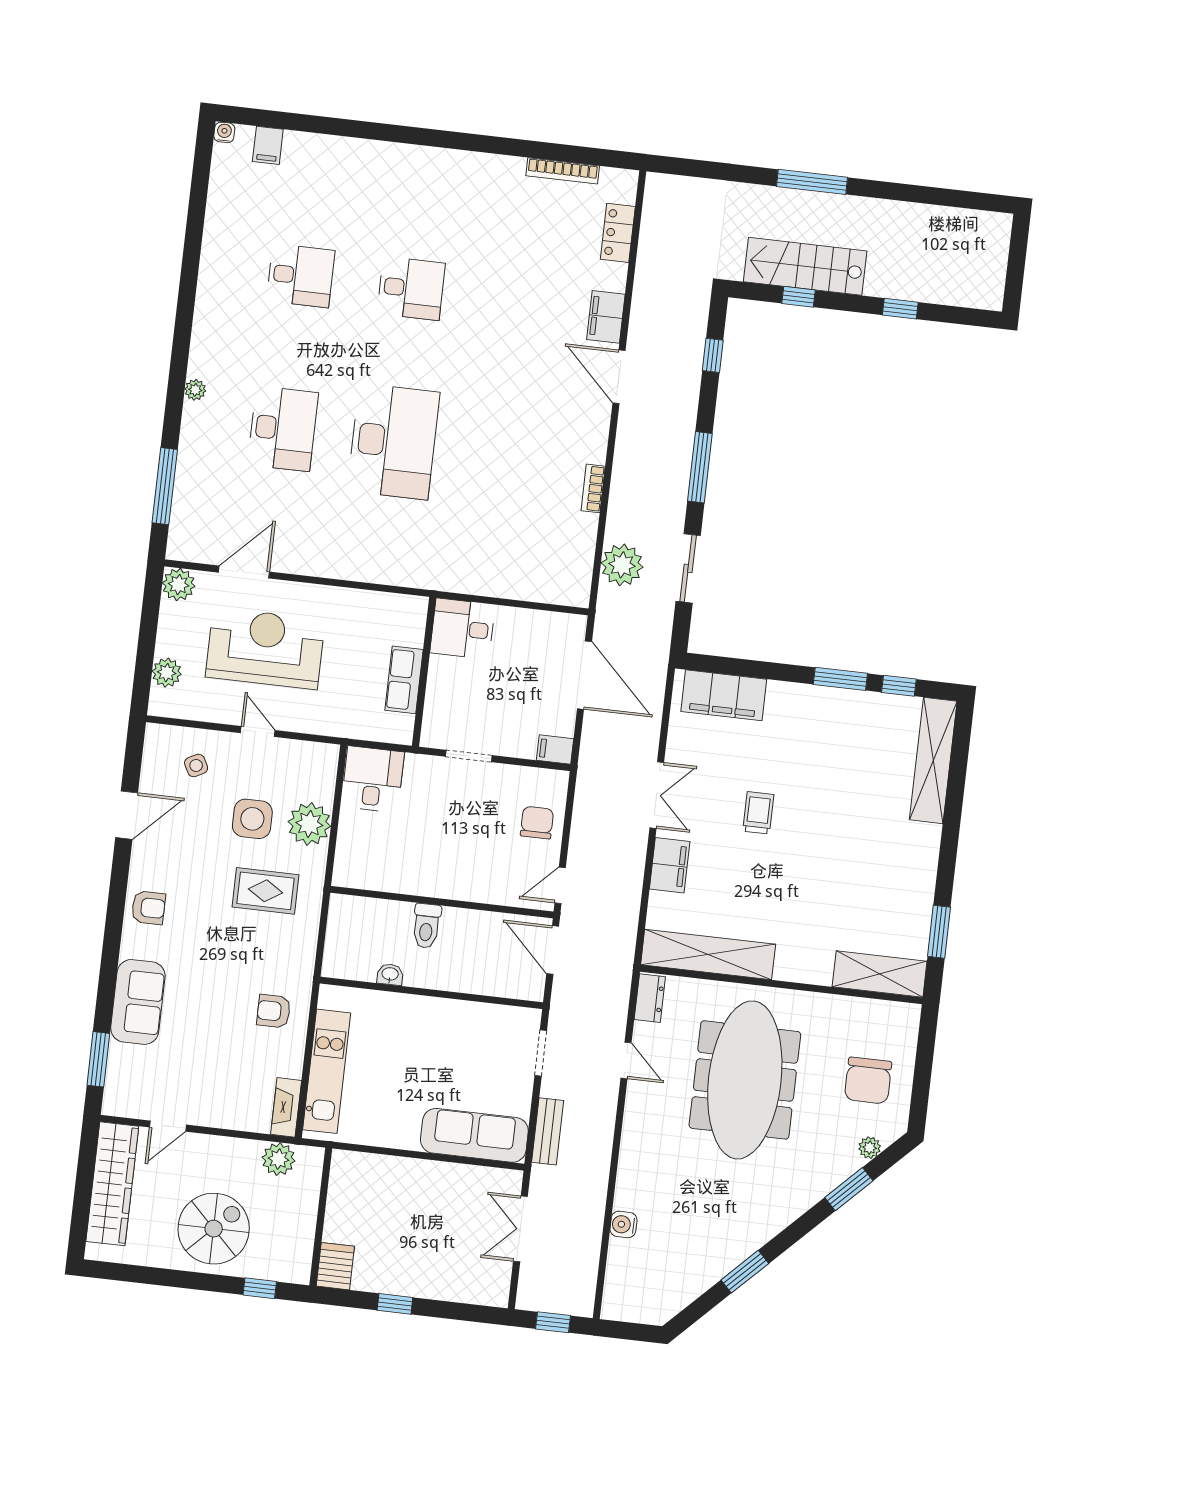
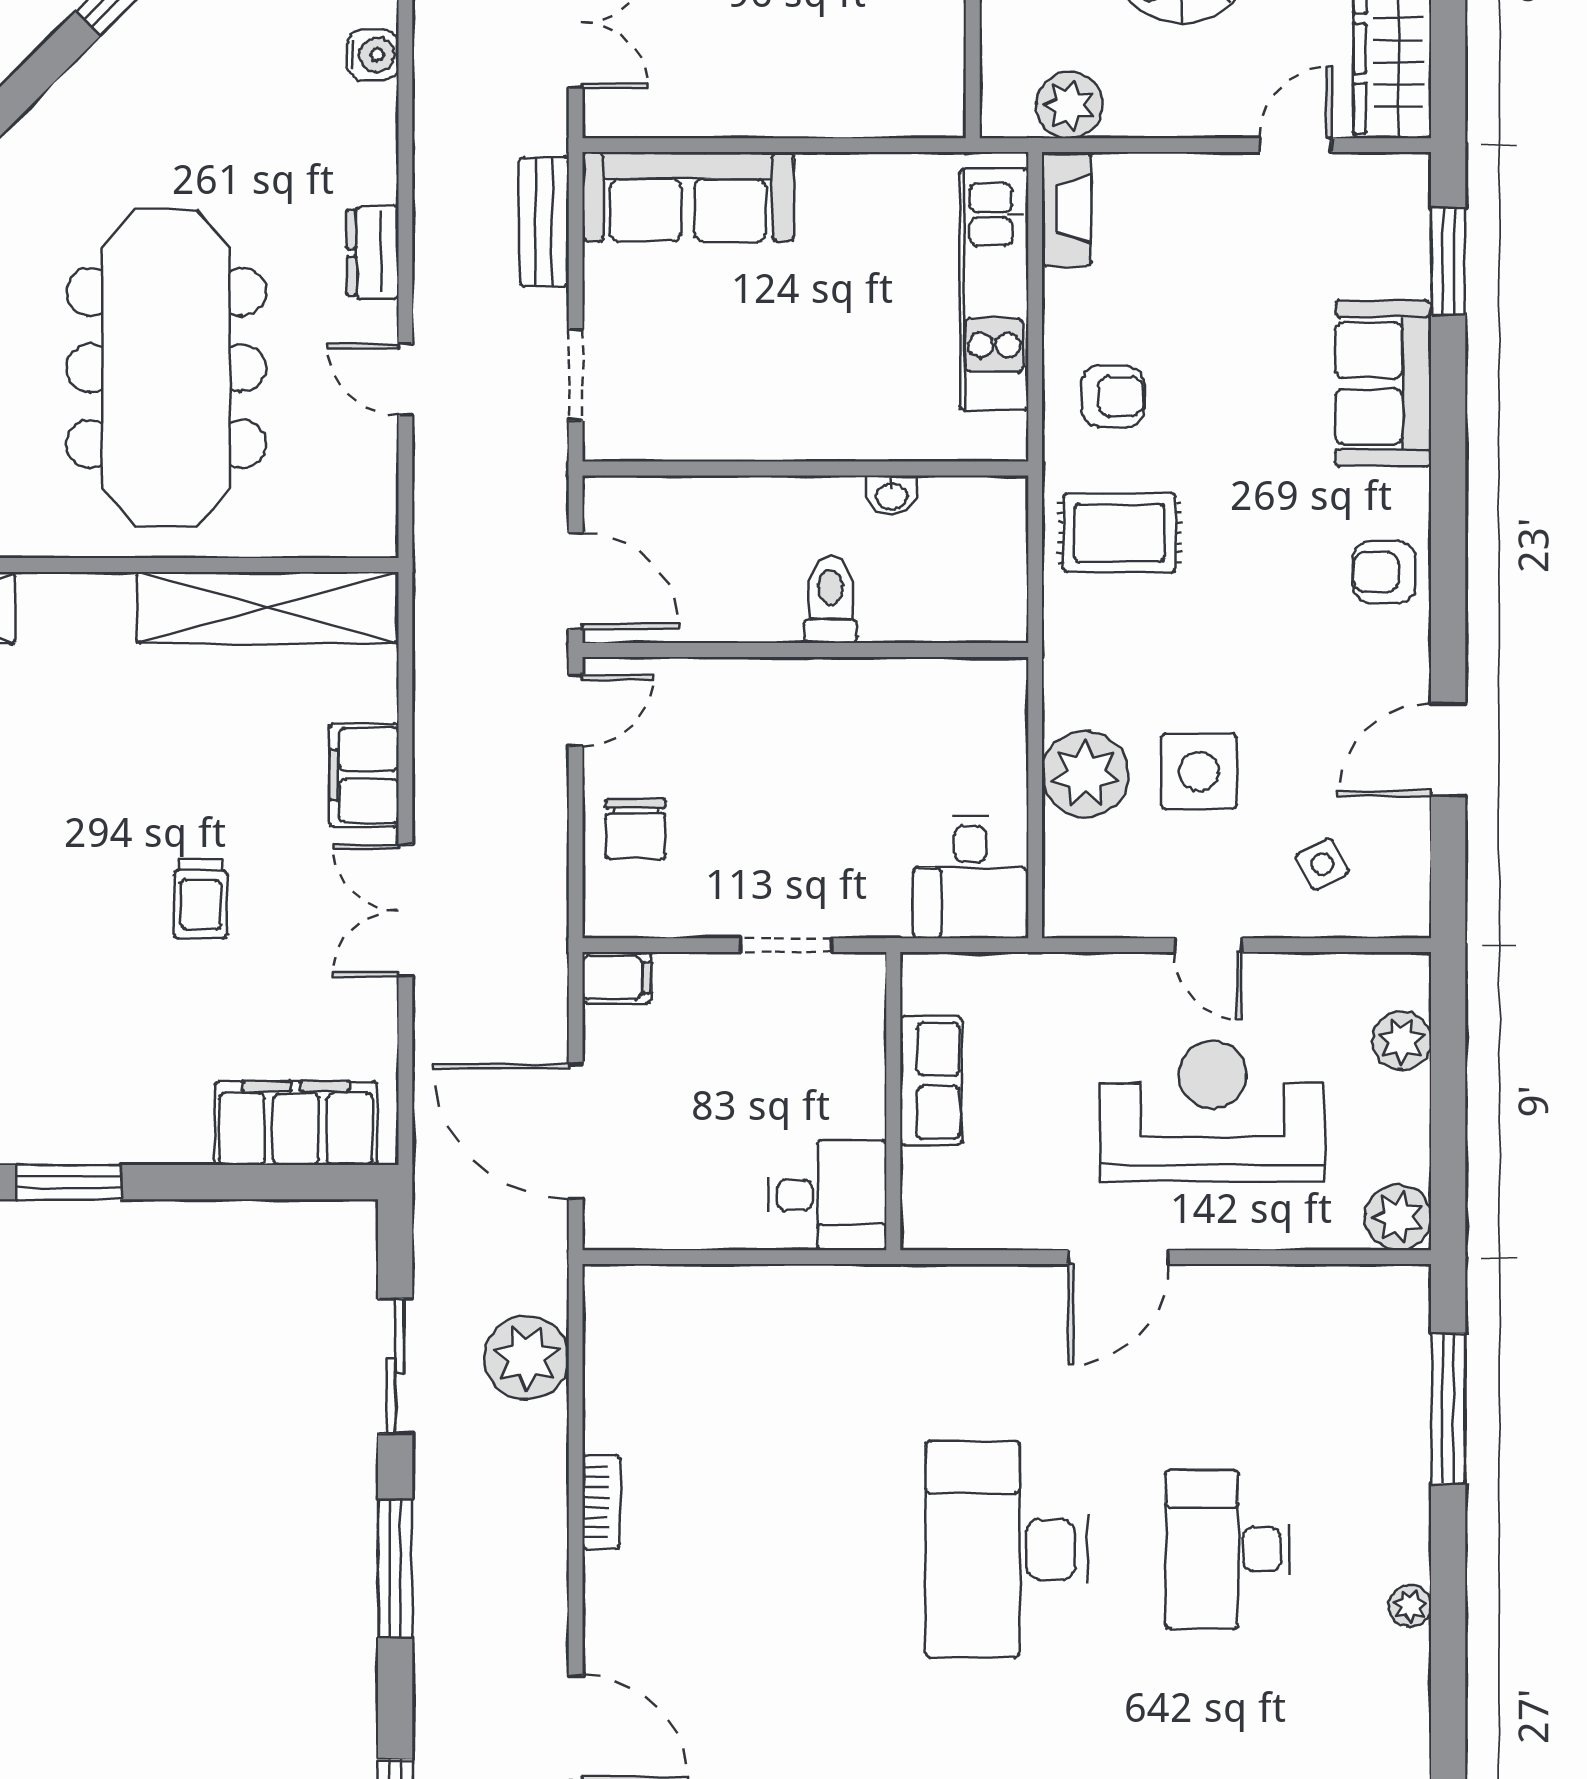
door: (244, 572) -> (1118, 1257), moved
reception desk: (265, 648) -> (1212, 1111), turned 180
rug: (266, 891) -> (1120, 533), moved
dresser: (650, 998) -> (373, 252), moved

